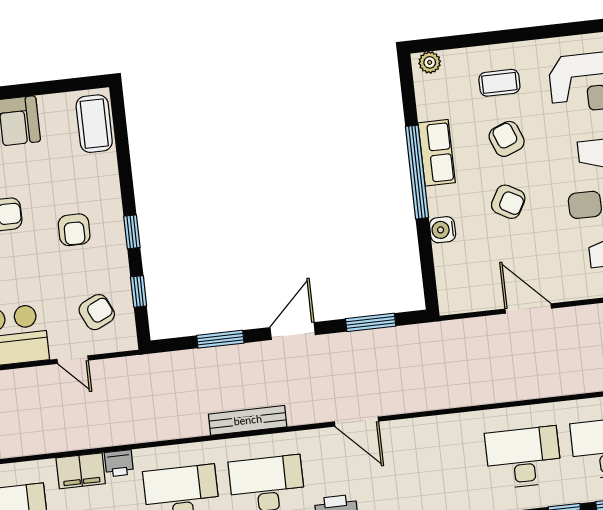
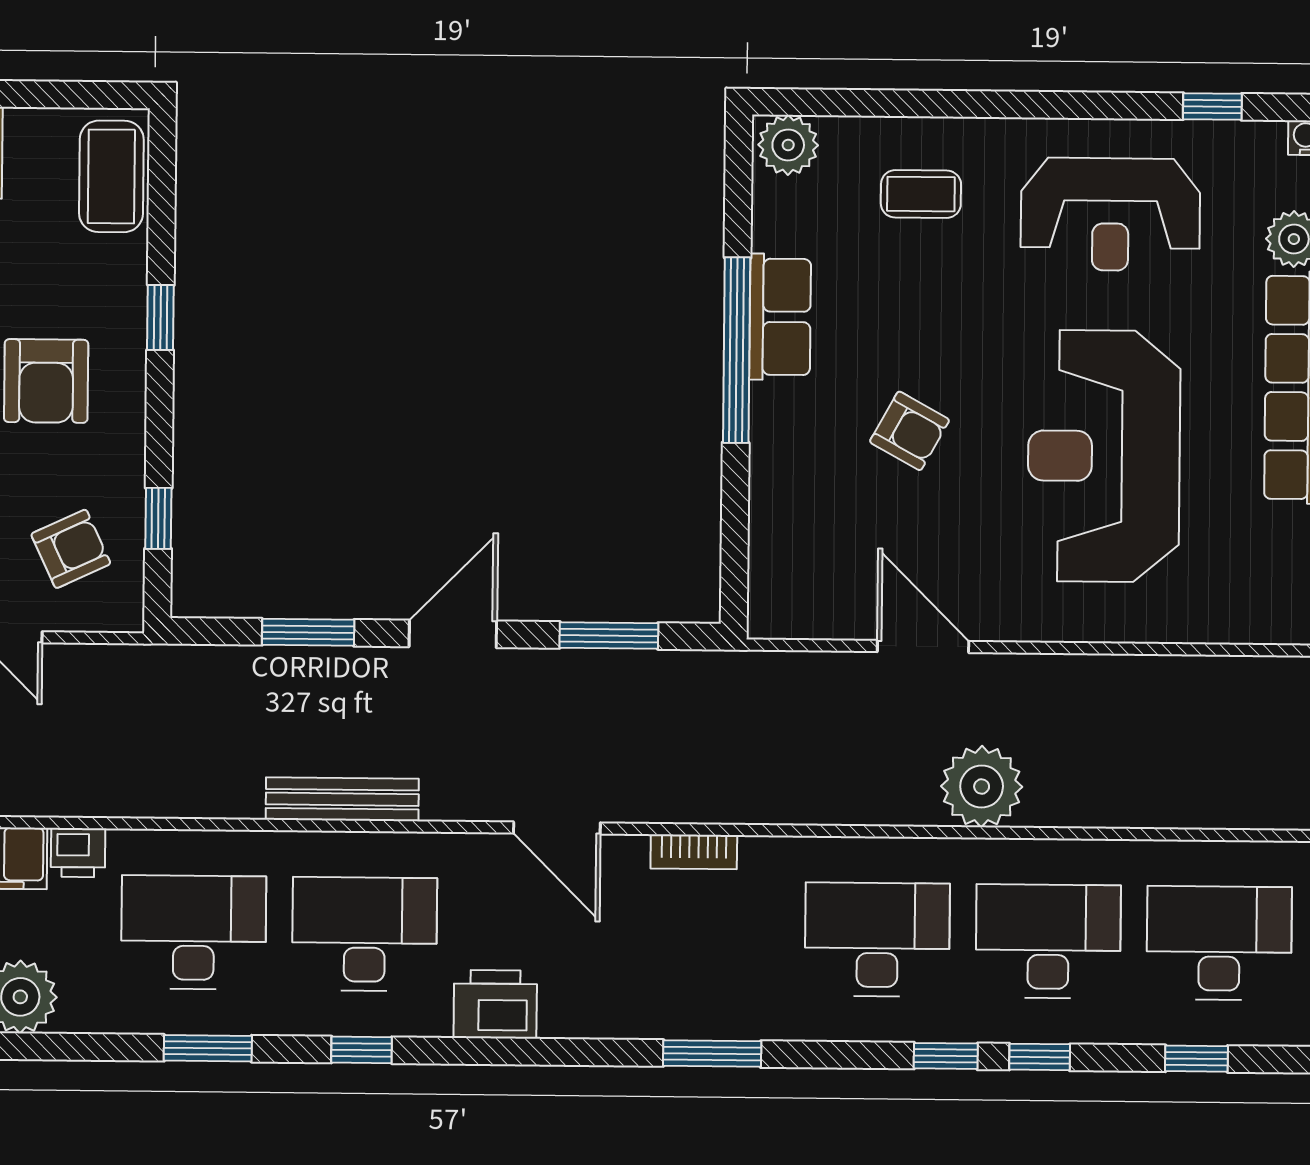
plant: (430, 62) -> (788, 145), width x1.38, depth x1.38
armchair: (507, 139) -> (921, 307), removed
armchair: (74, 230) -> (46, 381), width x1.38, depth x1.38
water cooler: (443, 230) -> (773, 470), removed
window: (132, 232) -> (160, 317), moved
plant: (566, 375) -> (982, 786), added
bookcase: (426, 425) -> (694, 852), added

